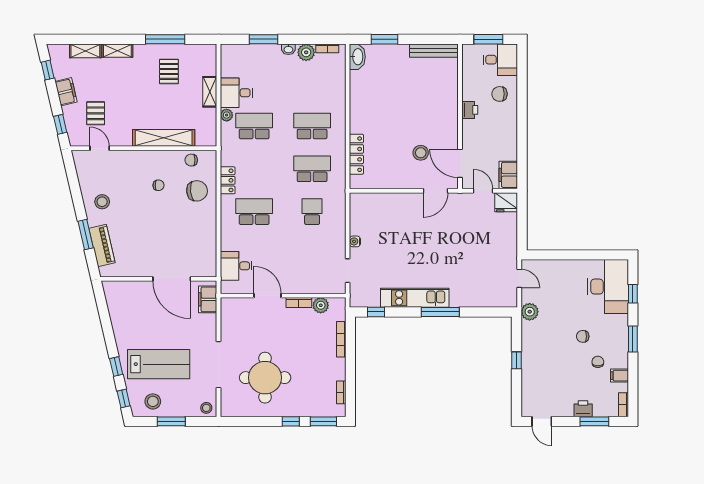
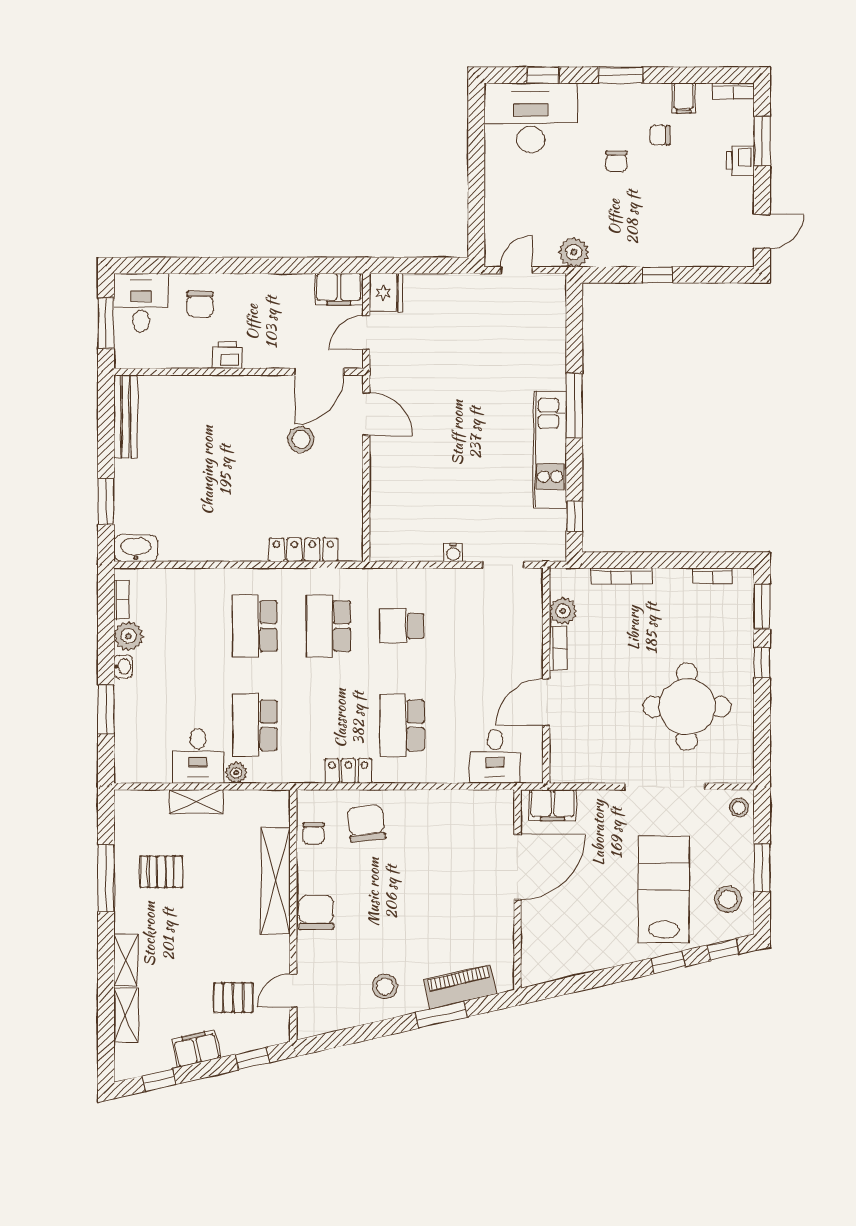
chair: (158, 185) -> (316, 912), moved, width x1.87, depth x1.87

